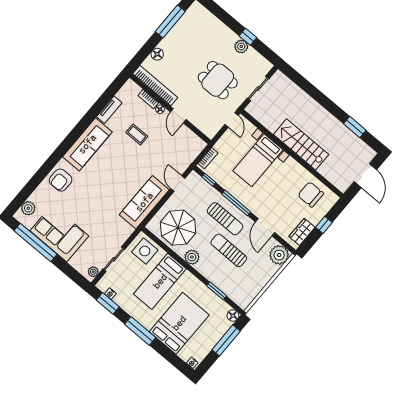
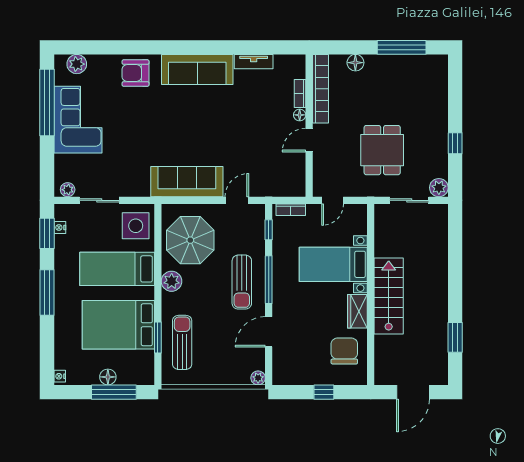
plant: (241, 46) -> (439, 188), moved
door: (232, 120) -> (333, 200), moved
coffee table: (137, 134) -> (252, 113), removed
wardrobe: (302, 232) -> (357, 311), moved, turned -90
sun lounger: (229, 250) -> (182, 342), moved
plant: (279, 255) -> (258, 378), width x0.53, depth x0.53
floor lamp: (233, 316) -> (108, 377), moved
bed: (179, 323) -> (118, 325), moved, turned 180

